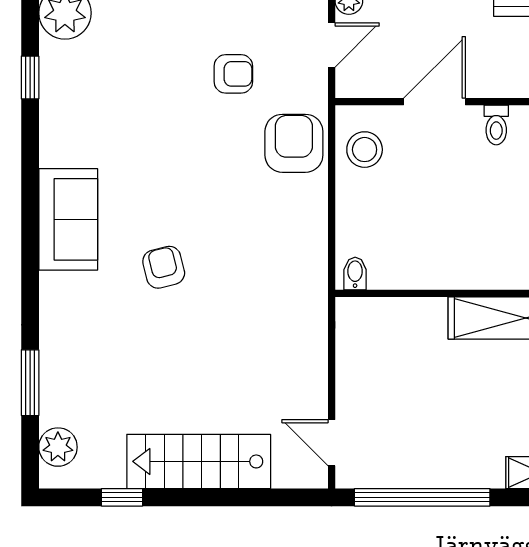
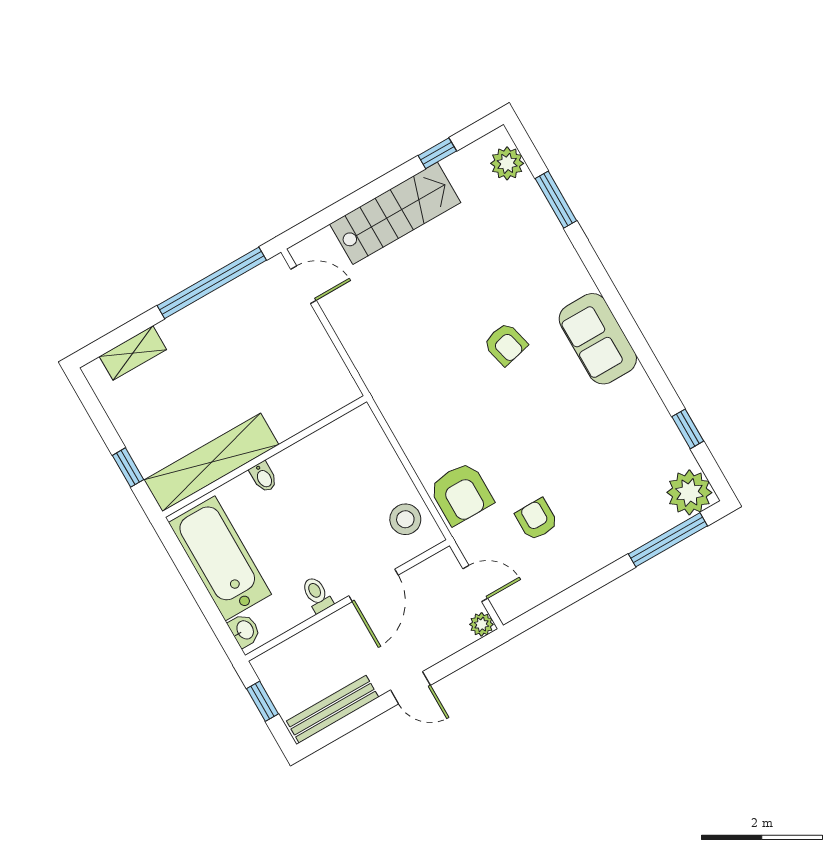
door: (332, 45) -> (475, 583), swing flipped
armchair: (233, 74) -> (537, 519), turned 90
bidet: (355, 273) -> (263, 477), moved

